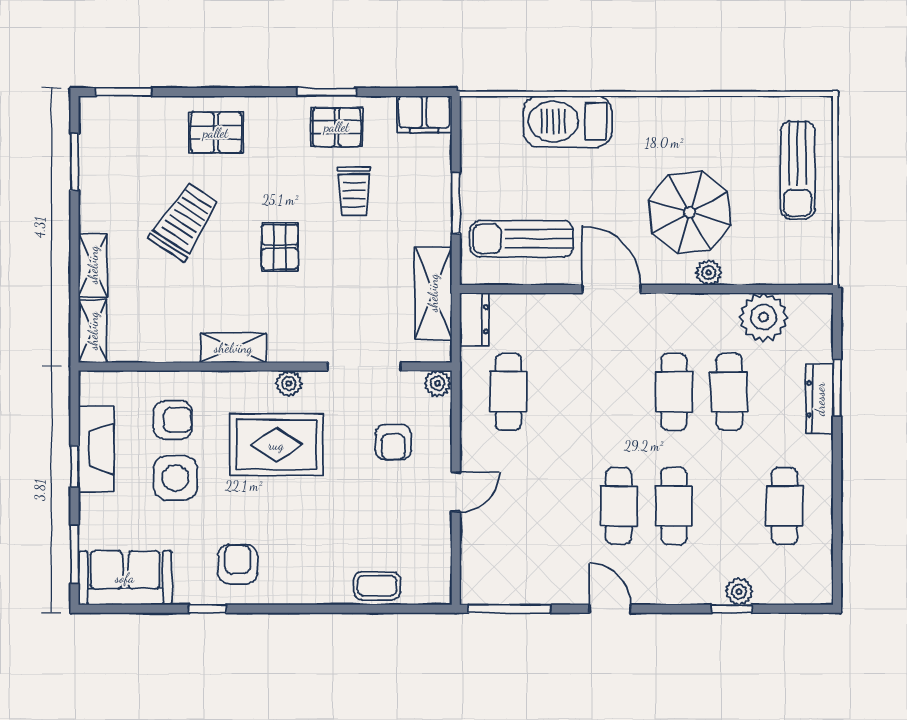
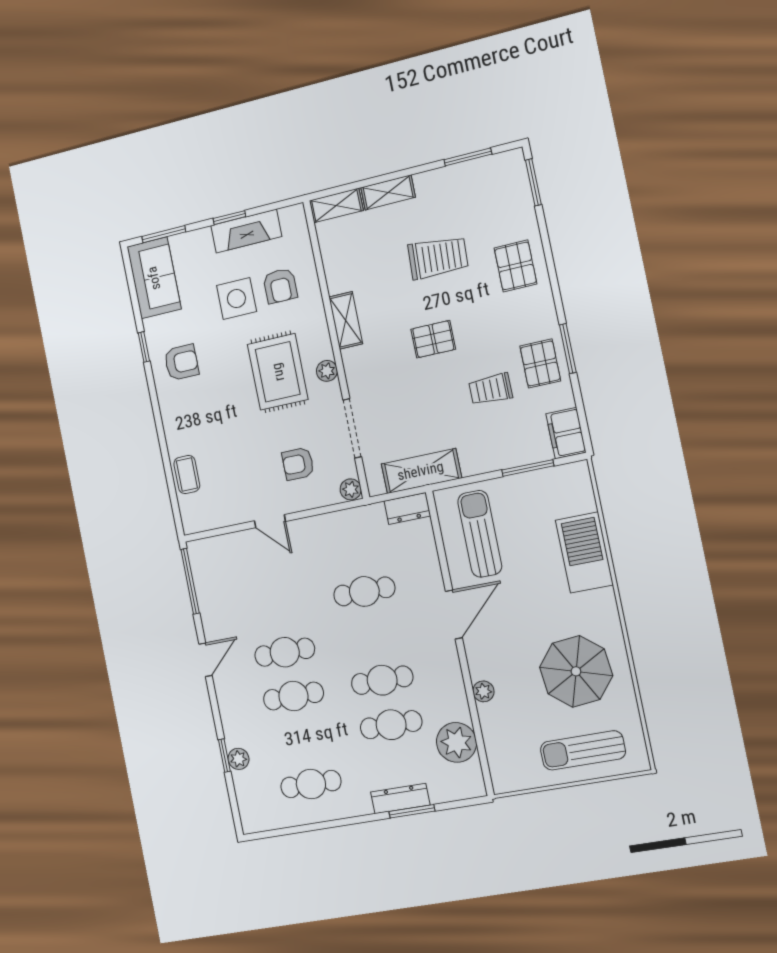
window: (456, 203) -> (528, 468), moved
parasol: (690, 212) -> (576, 671), moved
trolley: (184, 221) -> (438, 257), turned -30
cafe table: (508, 392) -> (364, 591), moved

